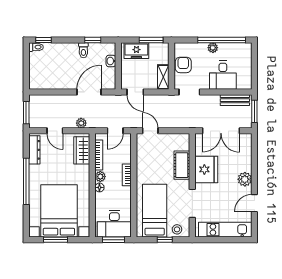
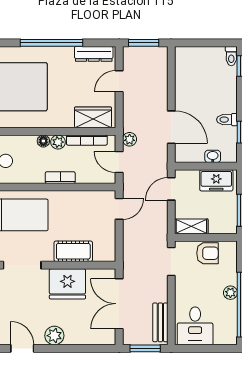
freezer: (136, 51) -> (216, 180), moved, turned -90
desk: (223, 75) -> (195, 326), moved, turned -90
plant: (81, 123) -> (130, 139), moved

